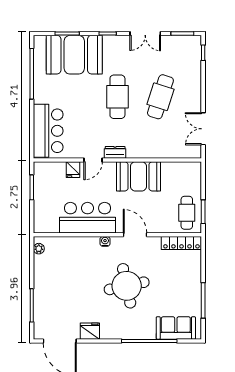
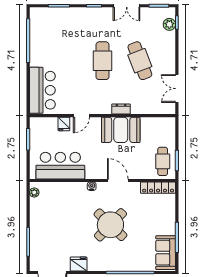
booth: (74, 55) -> (65, 24), removed
plant: (194, 55) -> (169, 24), added
cafe table: (160, 97) -> (140, 61), turned -39
dresser: (115, 152) -> (121, 109), moved
bar counter: (88, 218) -> (60, 166), moved
round table: (127, 286) -> (110, 225), turned -34
sofa: (176, 328) -> (166, 253), moved, turned -90

